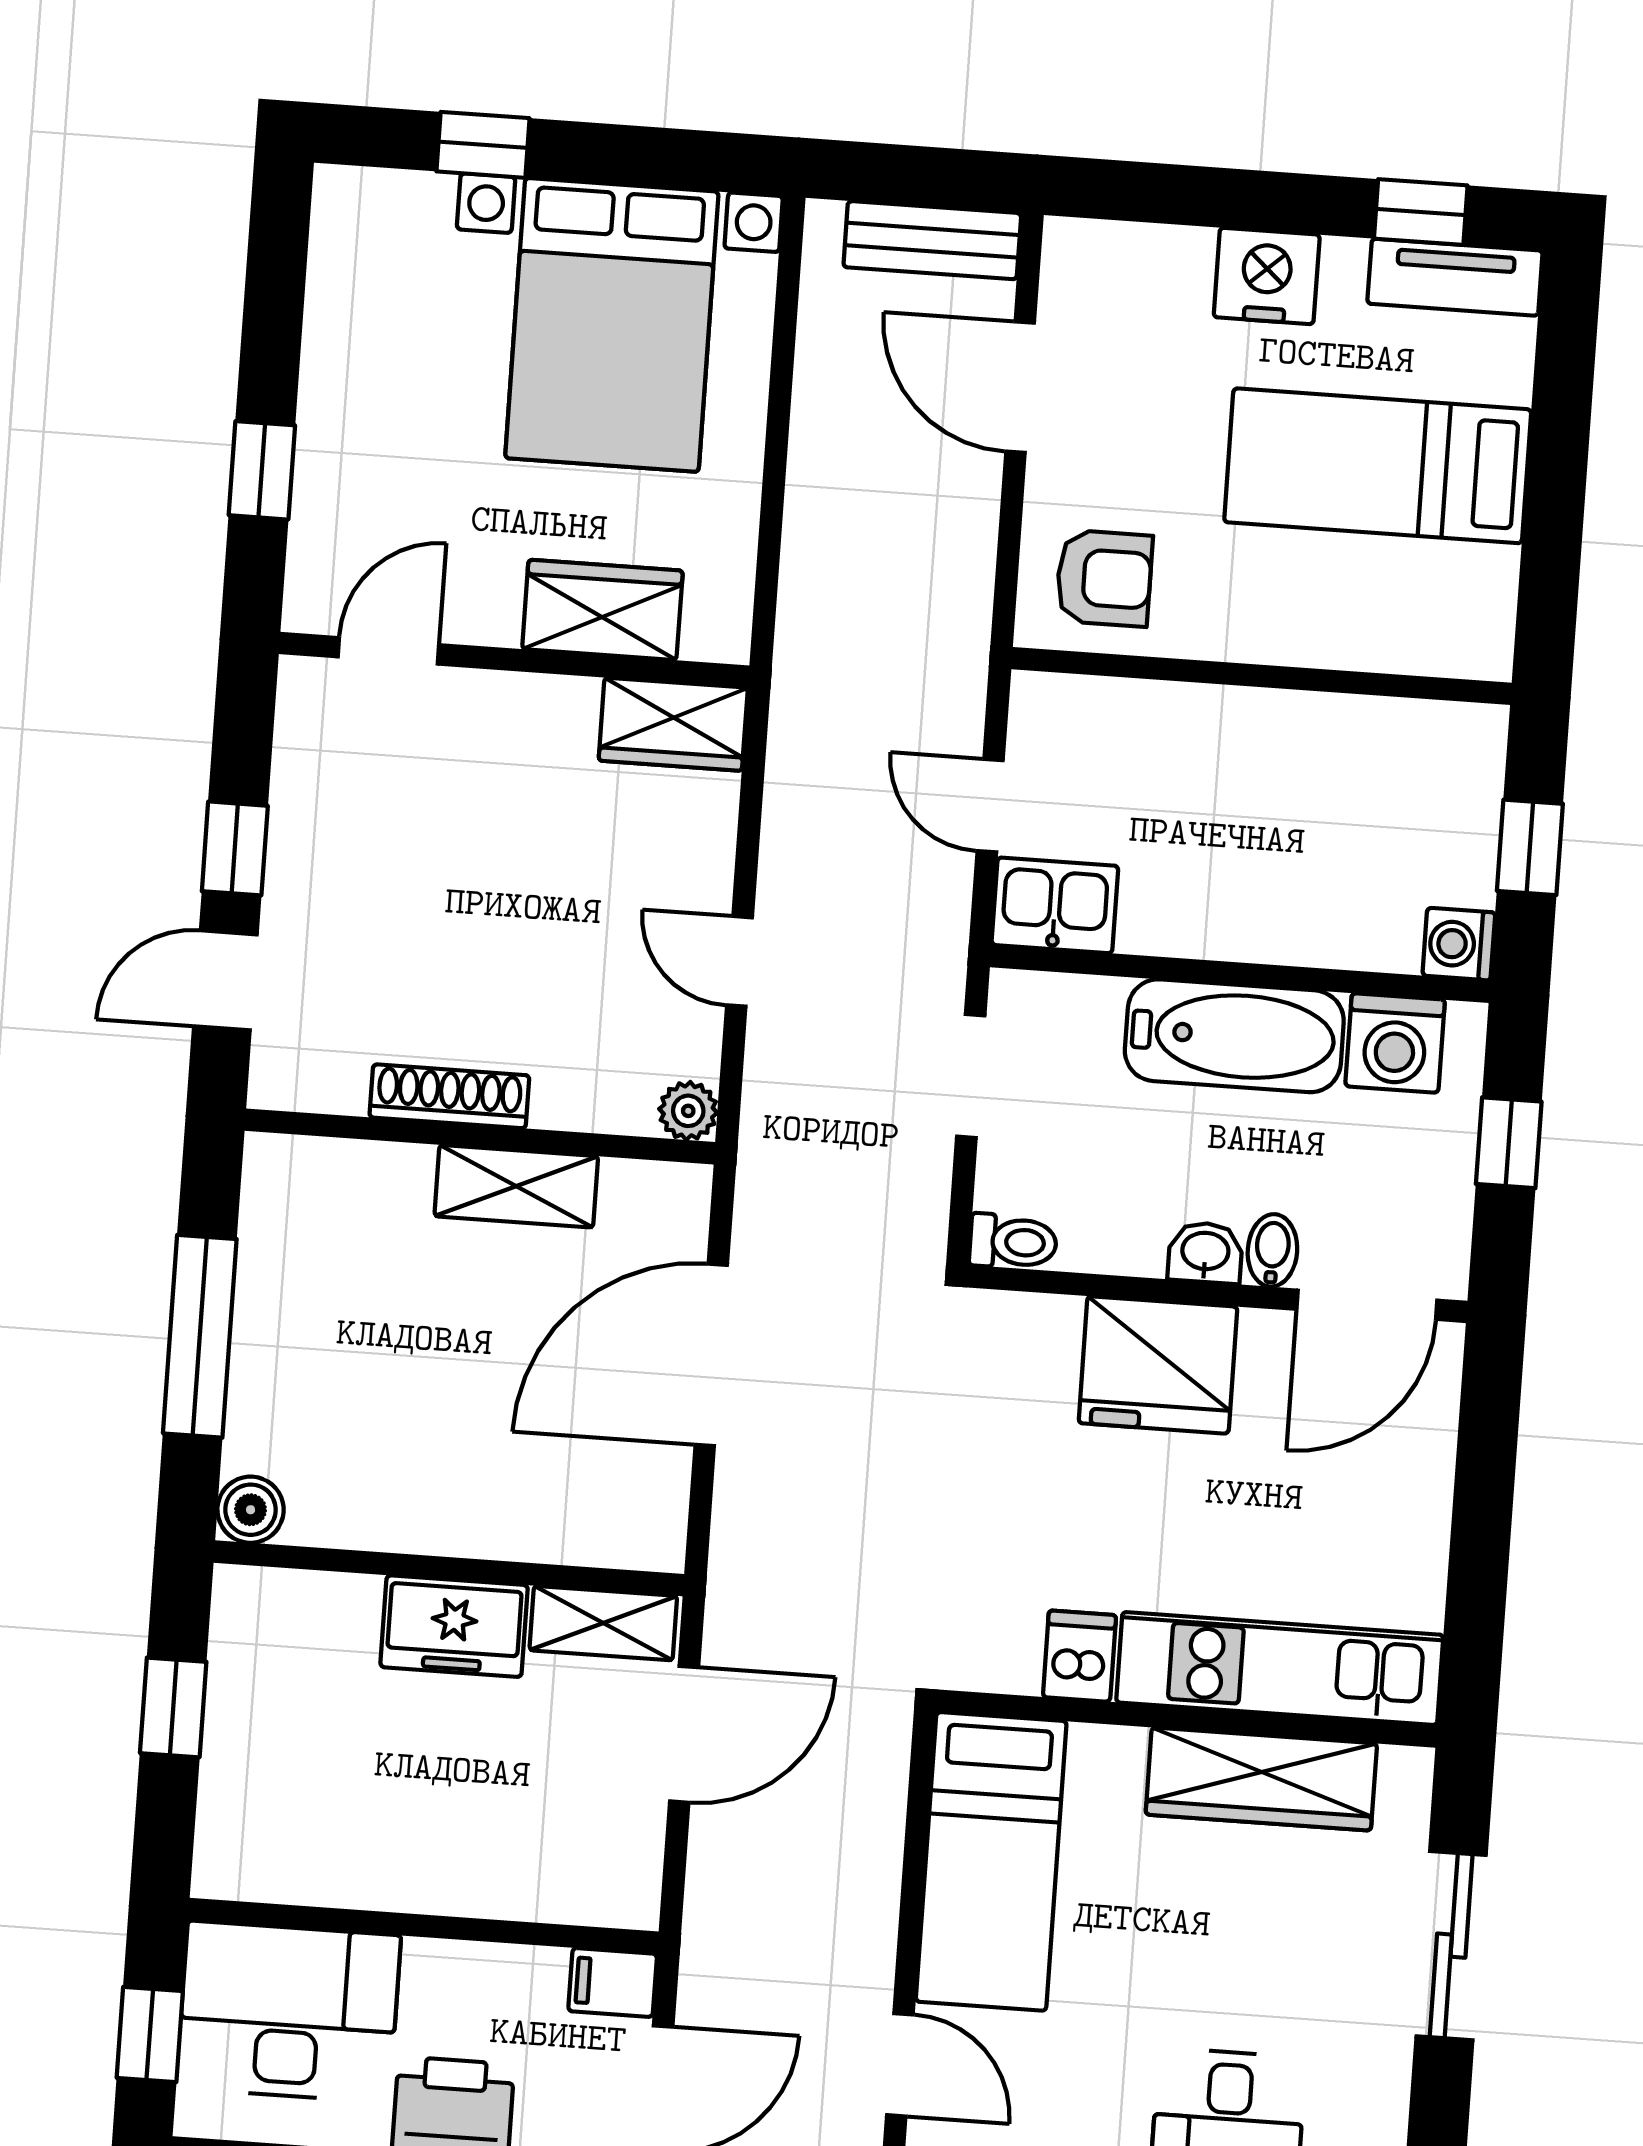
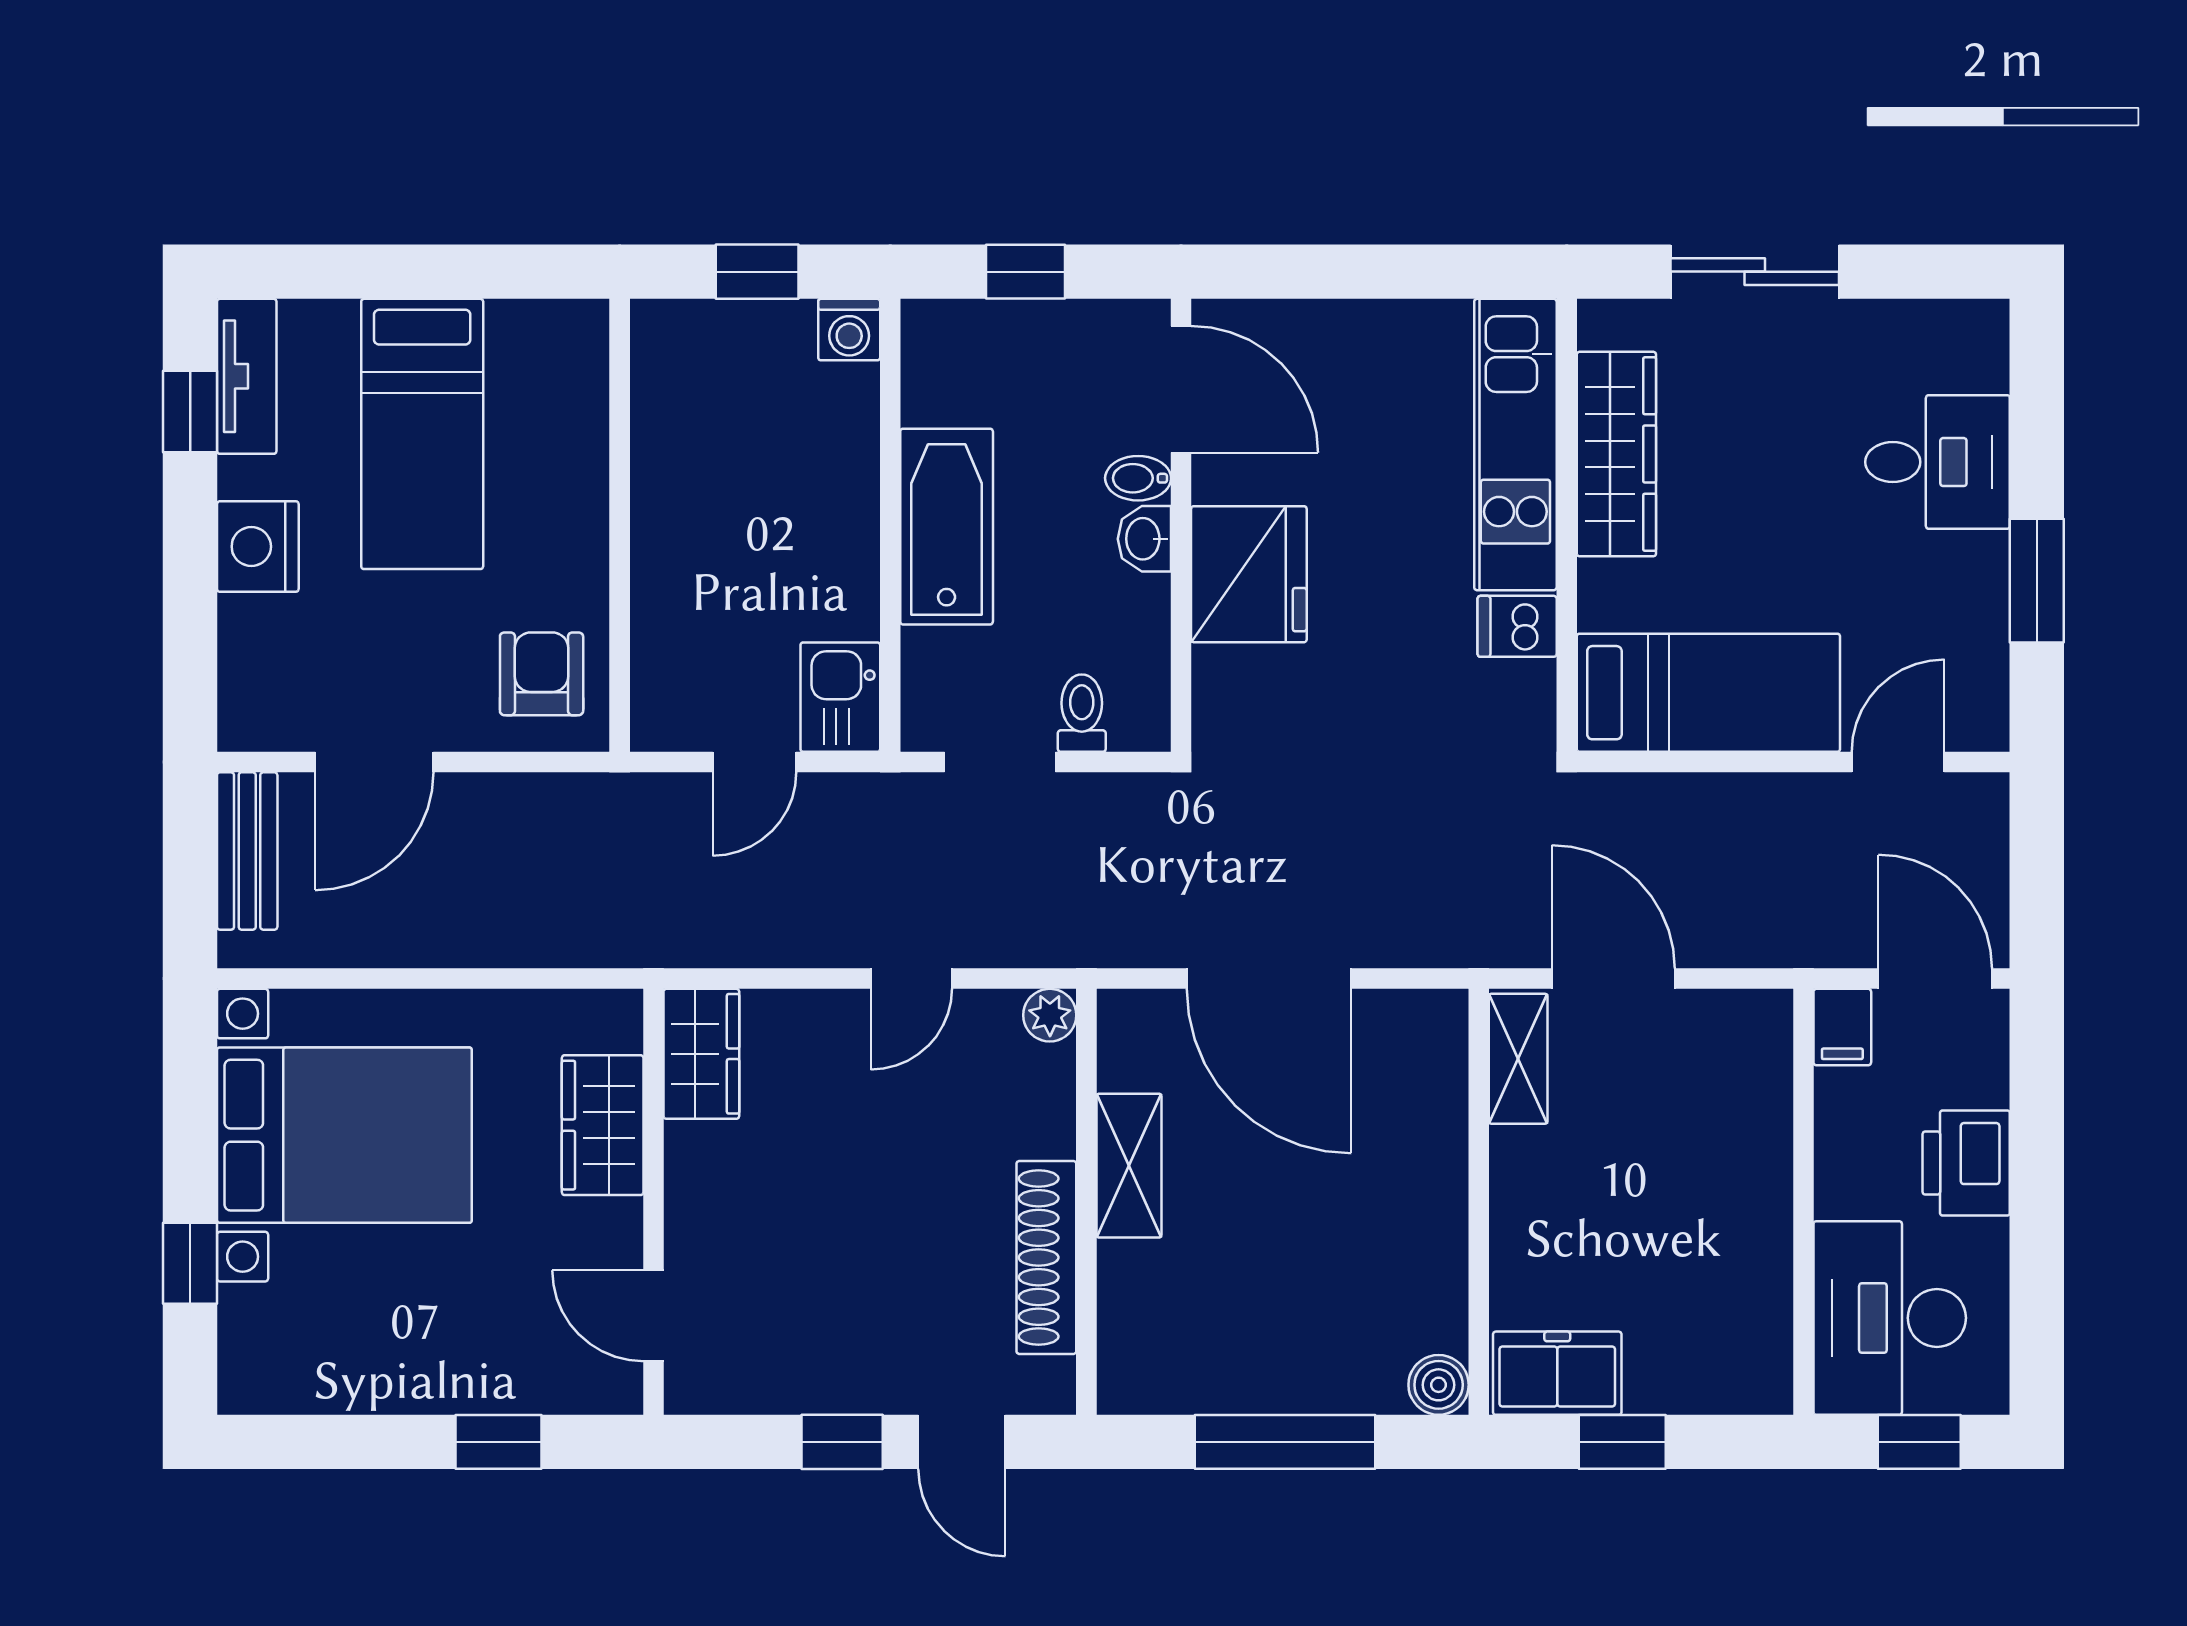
washing machine: (1395, 1043) -> (943, 381), removed
shoe rack: (449, 1096) -> (1046, 1257), width x1.36, depth x1.24
toilet: (1013, 1242) -> (1082, 713), moved
freezer: (454, 1626) -> (1557, 1373), moved, turned -90

